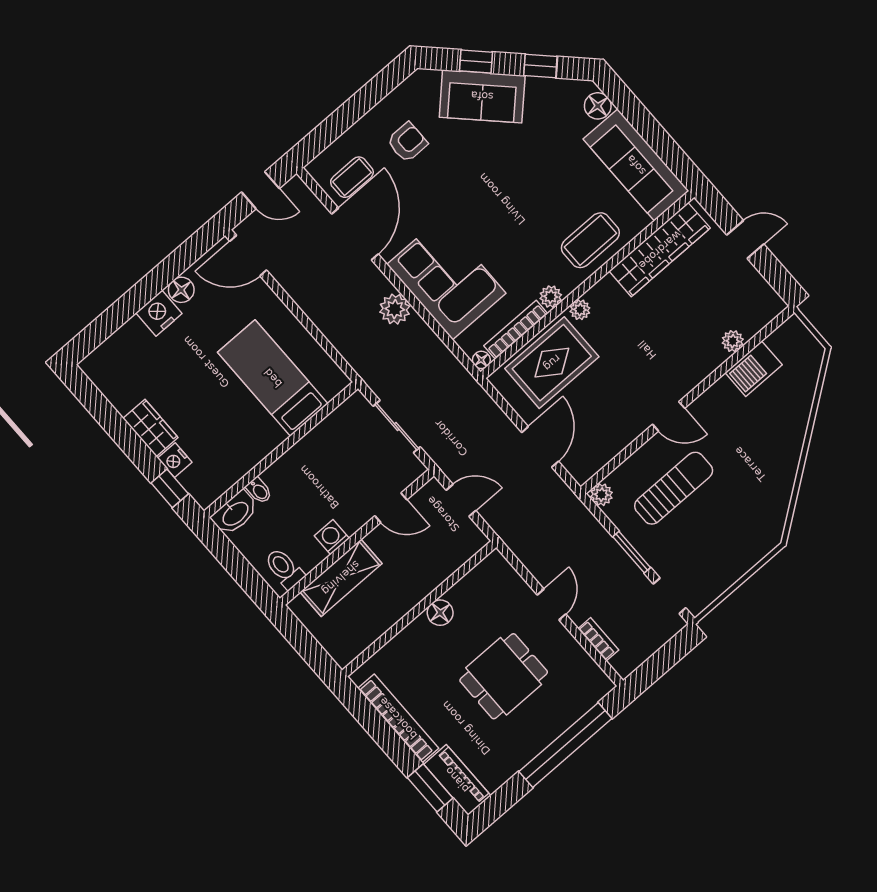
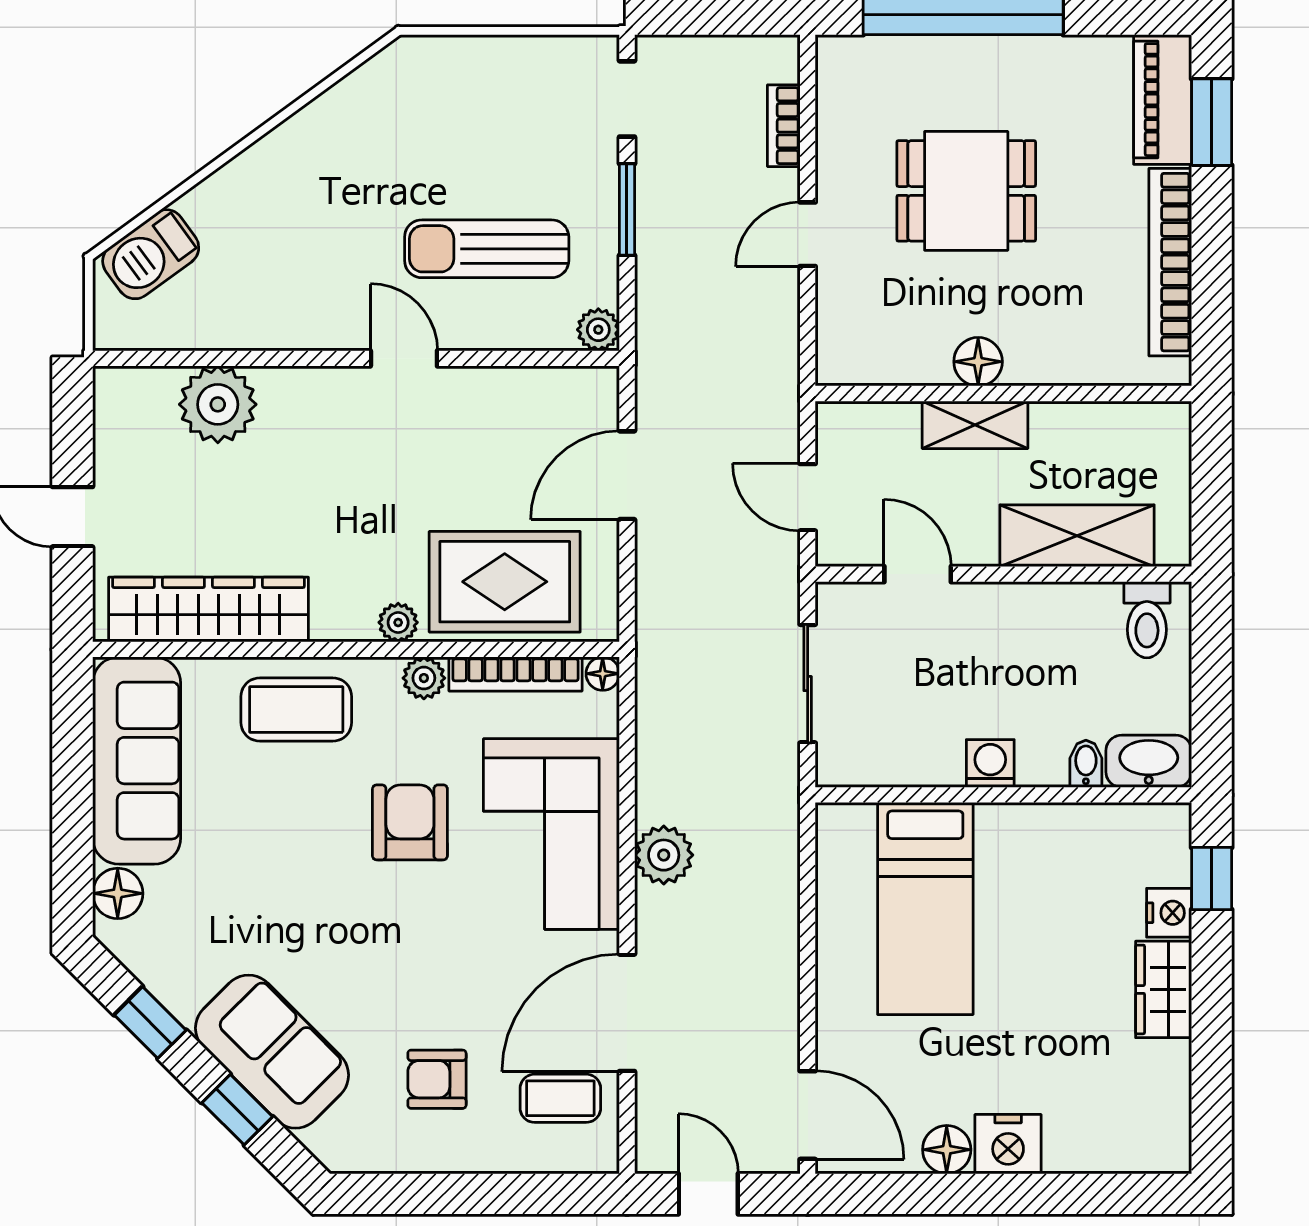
armchair: (506, 235) -> (410, 822), added
plant: (733, 341) -> (218, 404), width x1.88, depth x1.88
barbecue: (754, 369) -> (151, 254), moved, turned 144
washing machine: (332, 537) -> (990, 763), moved, turned 180
shelving: (420, 587) -> (975, 425), added

